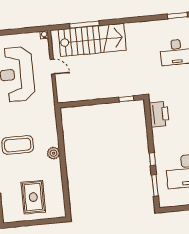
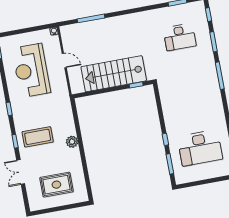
stairs: (92, 40) -> (114, 74), moved, turned 180
printer: (159, 114) -> (168, 97), removed
rug: (33, 197) -> (56, 185), turned 90

